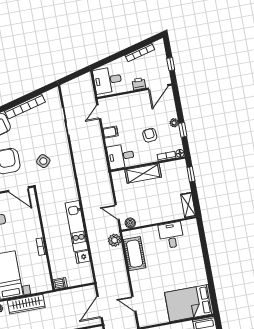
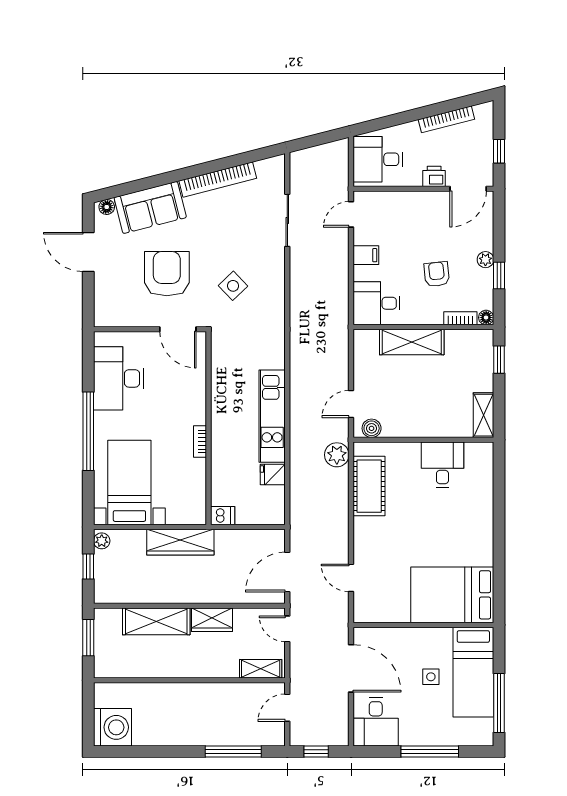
door: (117, 212) -> (351, 404), hinge flipped
wardrobe: (26, 304) -> (180, 542), moved

